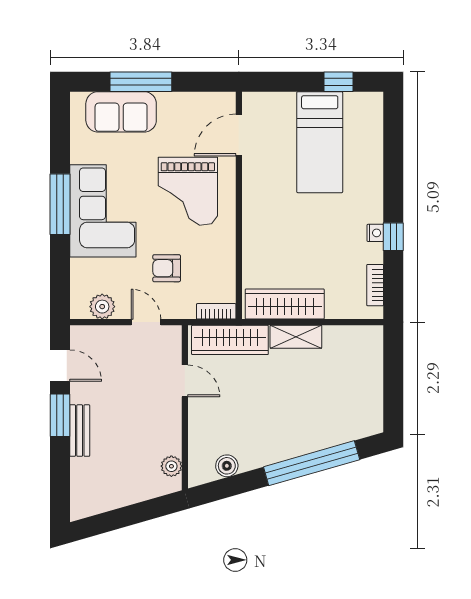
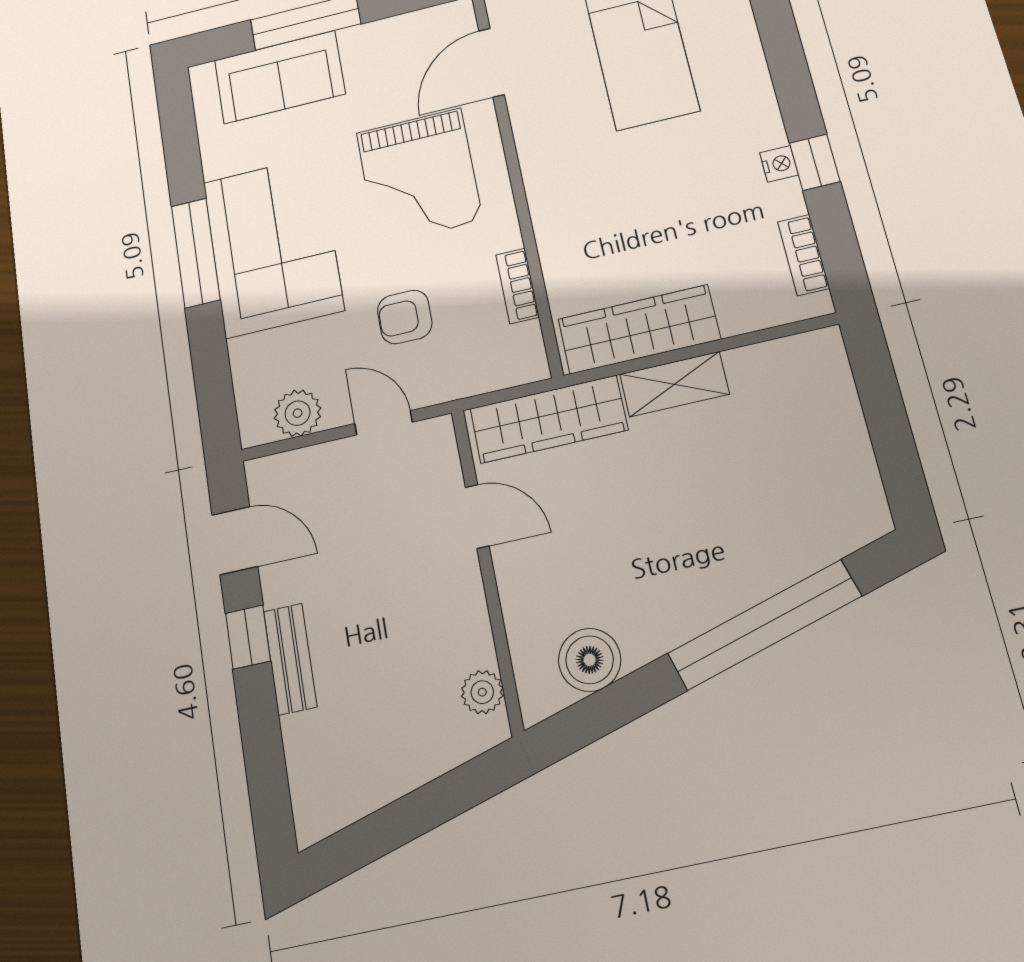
bookcase: (216, 311) -> (517, 286), moved, turned -90
window: (60, 415) -> (248, 637), width x0.67
boiler: (227, 466) -> (590, 660), width x1.36, depth x1.36

